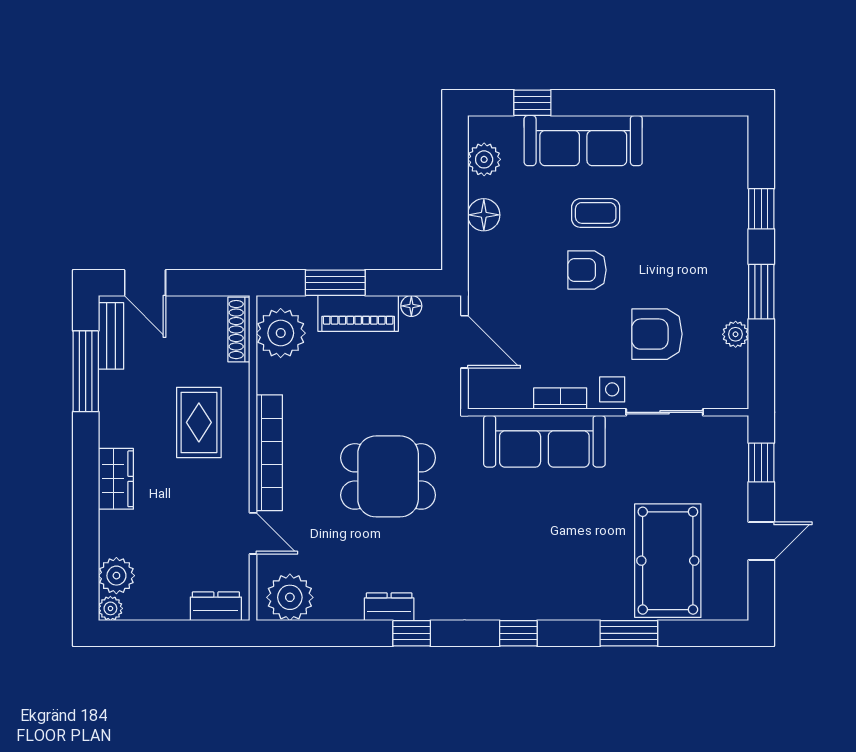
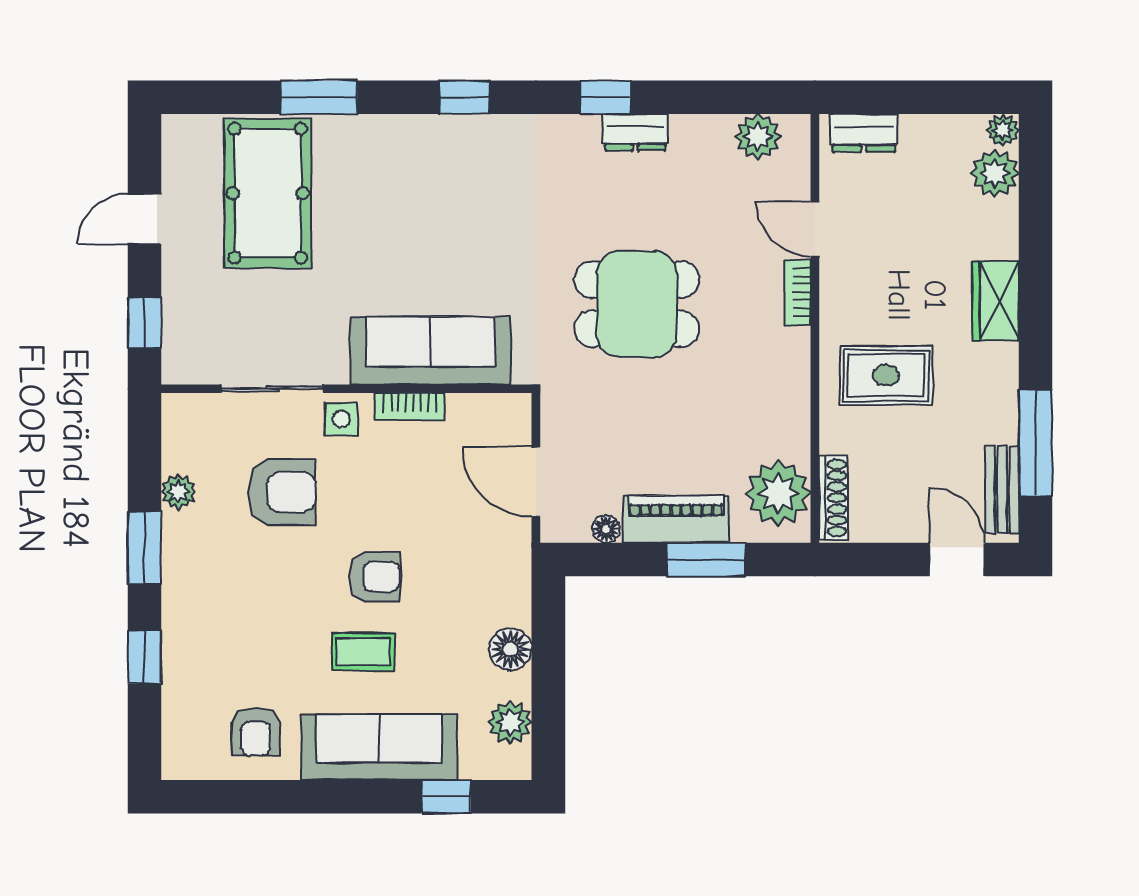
armchair: (677, 152) -> (256, 732), added
rug: (199, 422) -> (886, 375), turned 90
bookcase: (269, 453) -> (798, 292), width x0.43, depth x0.76
plant: (290, 597) -> (758, 137), width x0.73, depth x0.73

